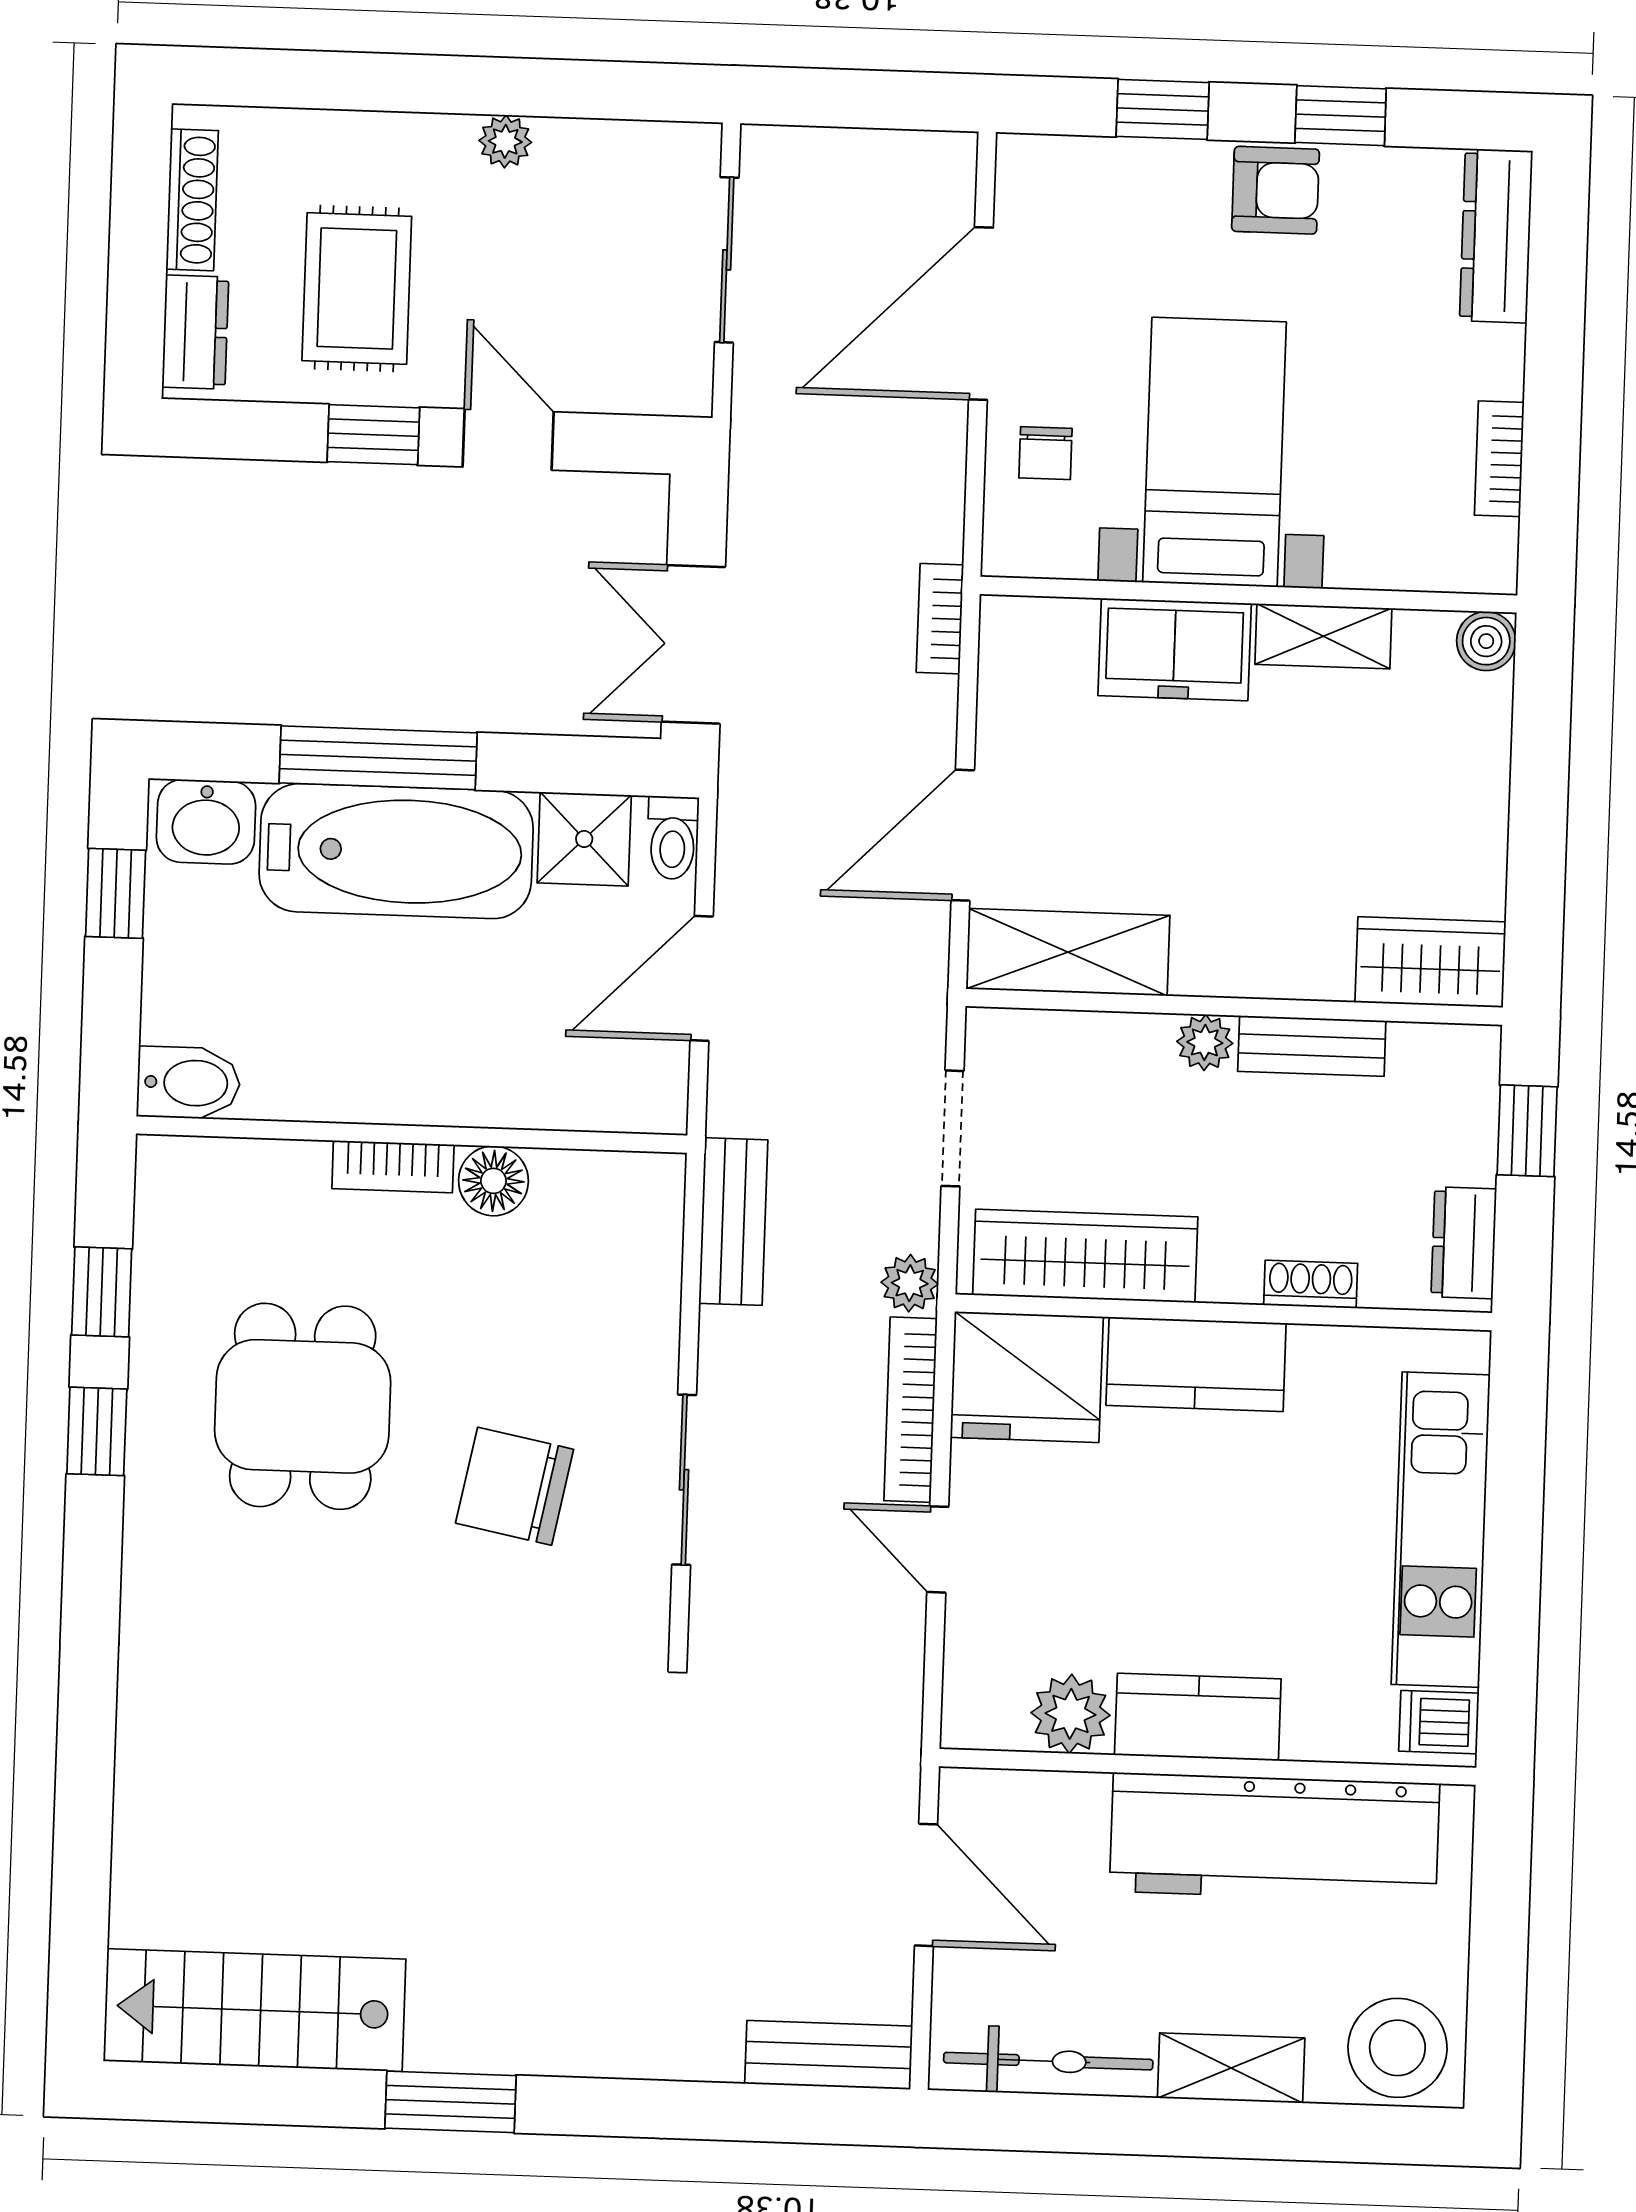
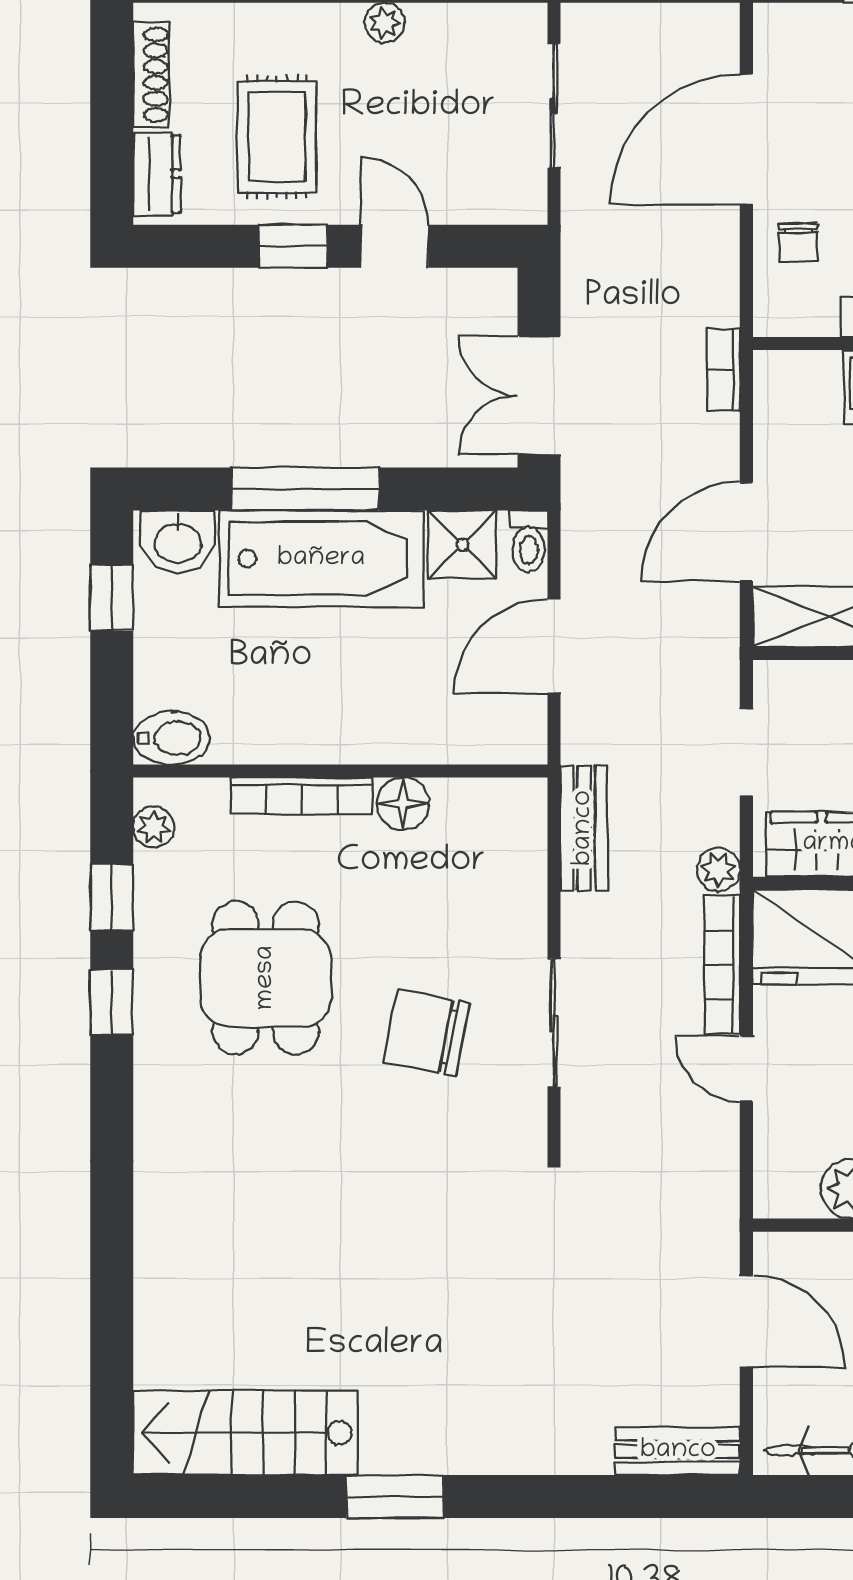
bookcase: (393, 1167) -> (302, 796), width x1.56
plant: (161, 1200) -> (154, 827), added

